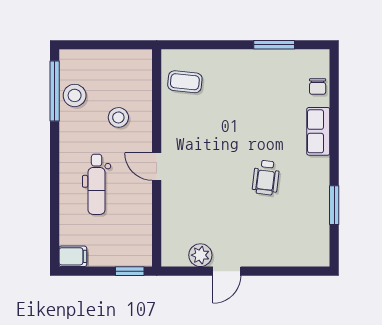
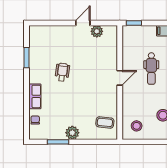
plant: (247, 62) -> (72, 133), added
stool: (118, 117) -> (137, 126), moved
door: (157, 167) -> (120, 78), hinge flipped
dental chair: (97, 184) -> (151, 69), turned 180

